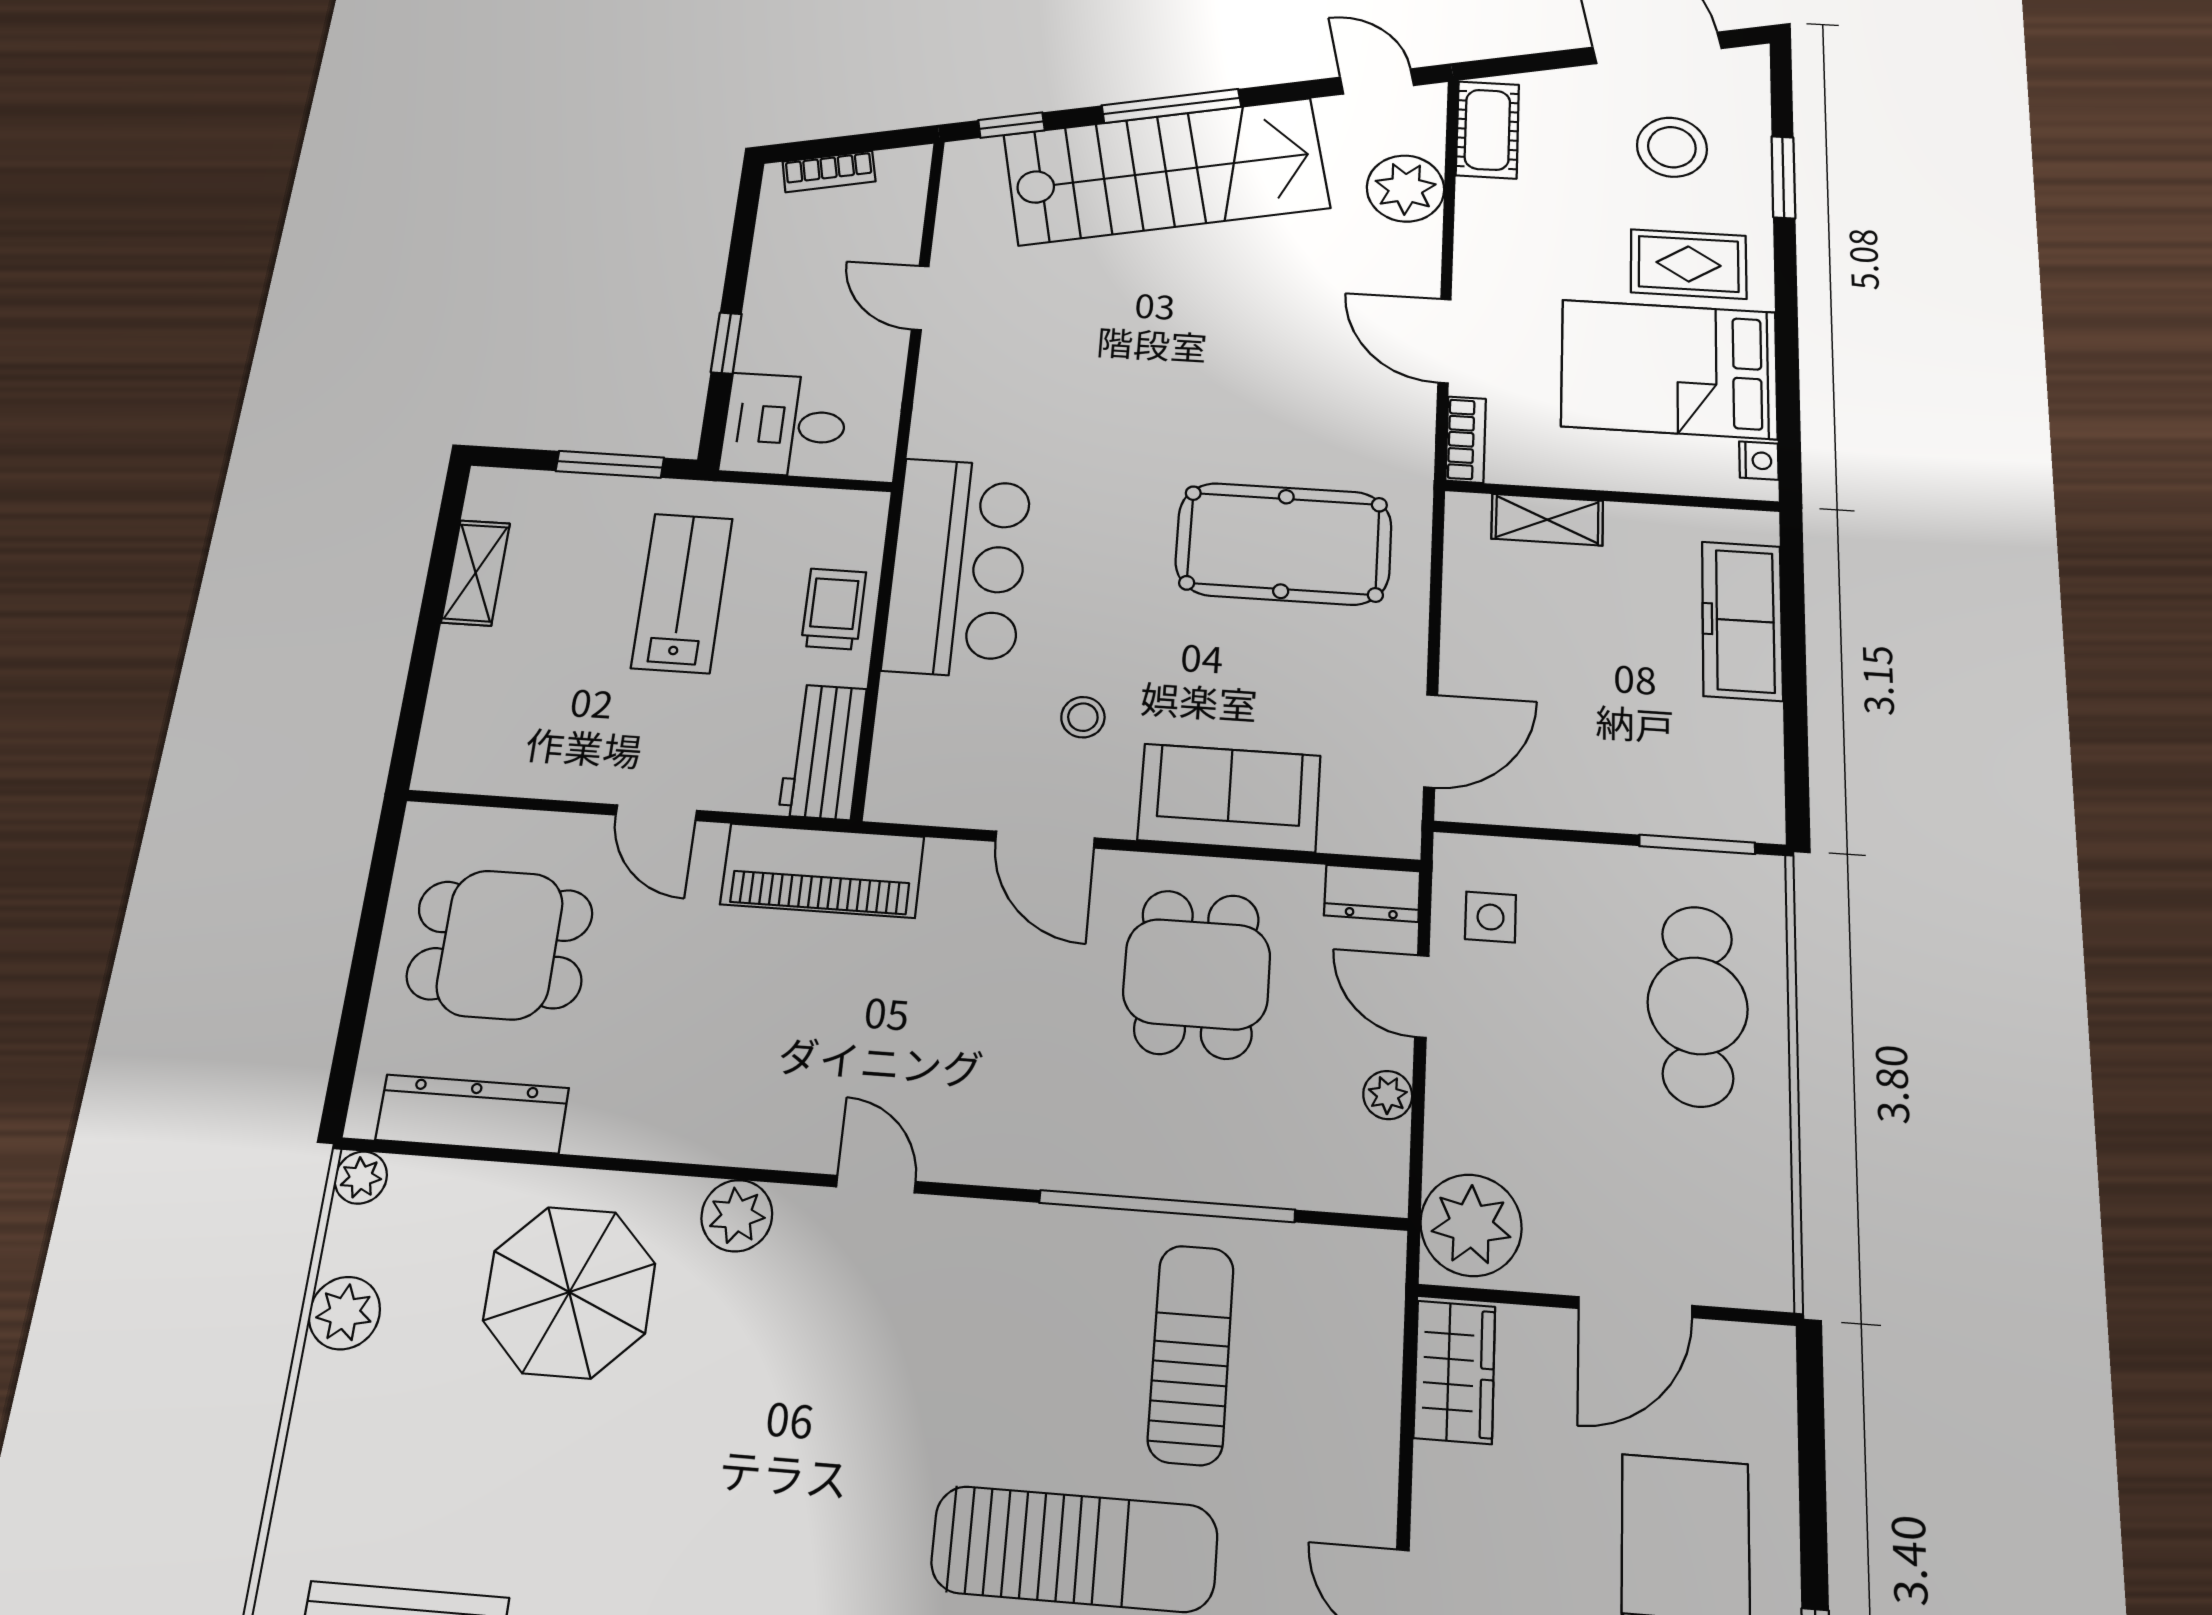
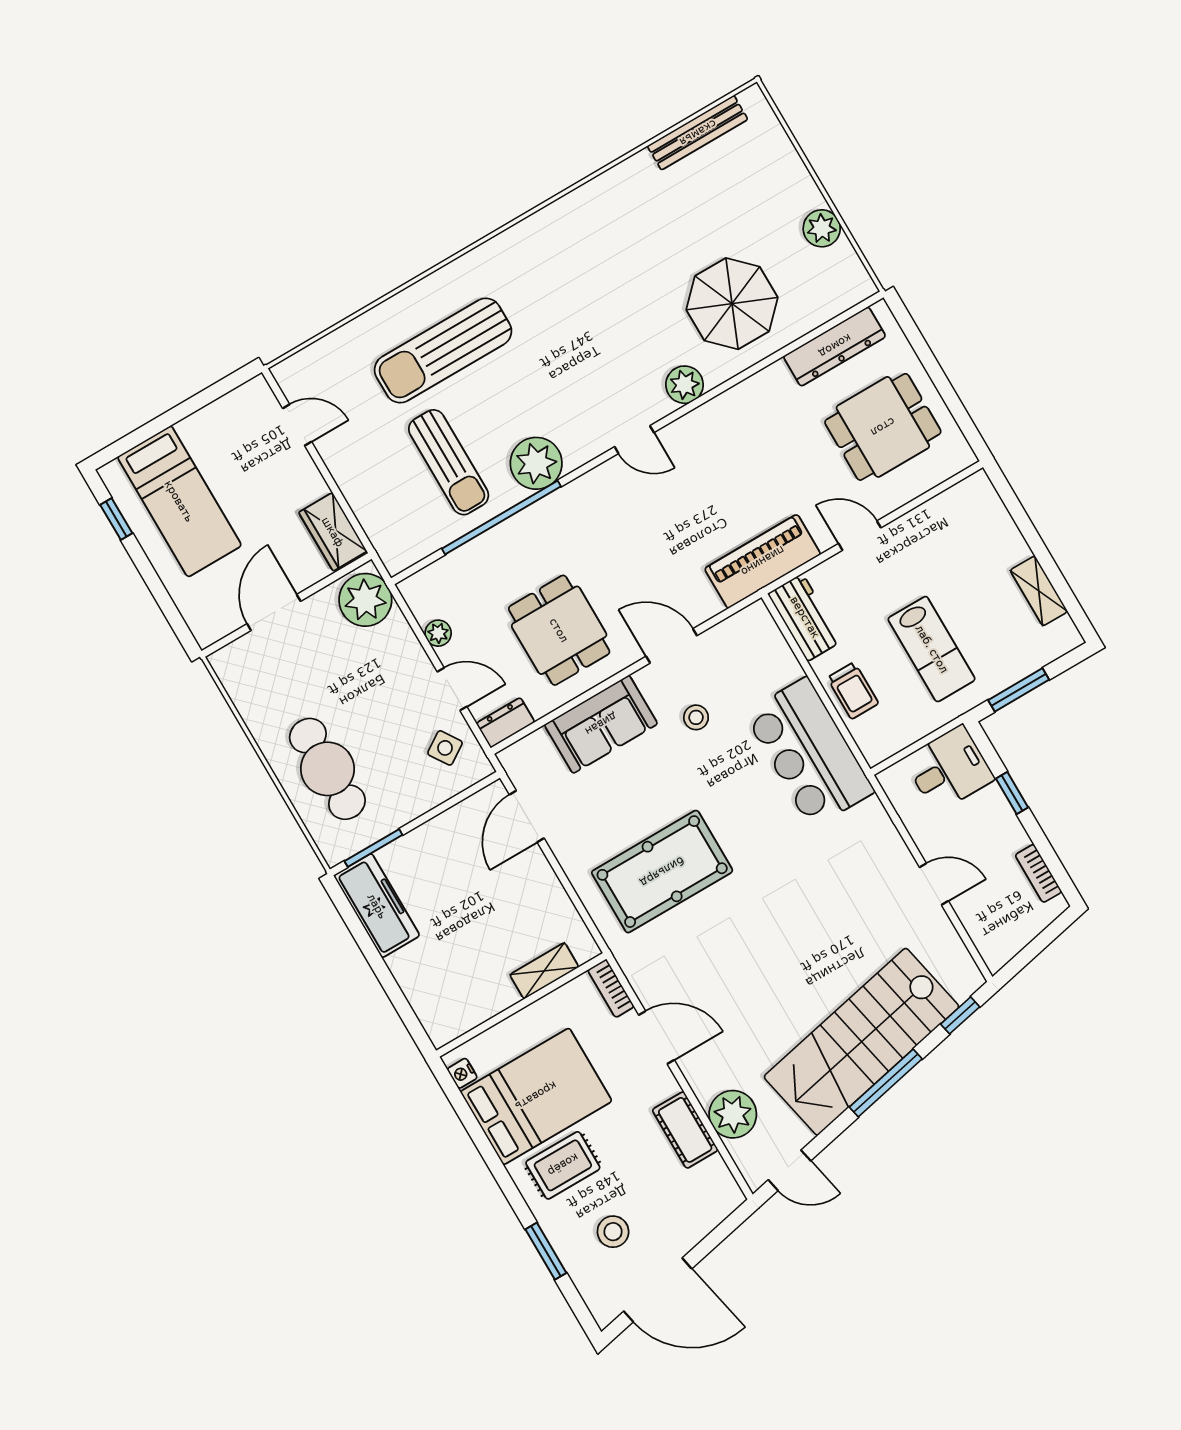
cot: (1487, 130) -> (685, 1130), moved
stool: (1672, 147) -> (613, 1232), width x0.73, depth x0.73
bookcase: (829, 172) -> (1038, 873), moved, turned -78
freezer: (1742, 621) -> (377, 906), moved
side table: (1491, 917) -> (445, 748), turned -33
plant: (361, 1178) -> (536, 463), moved, width x1.87, depth x1.87

